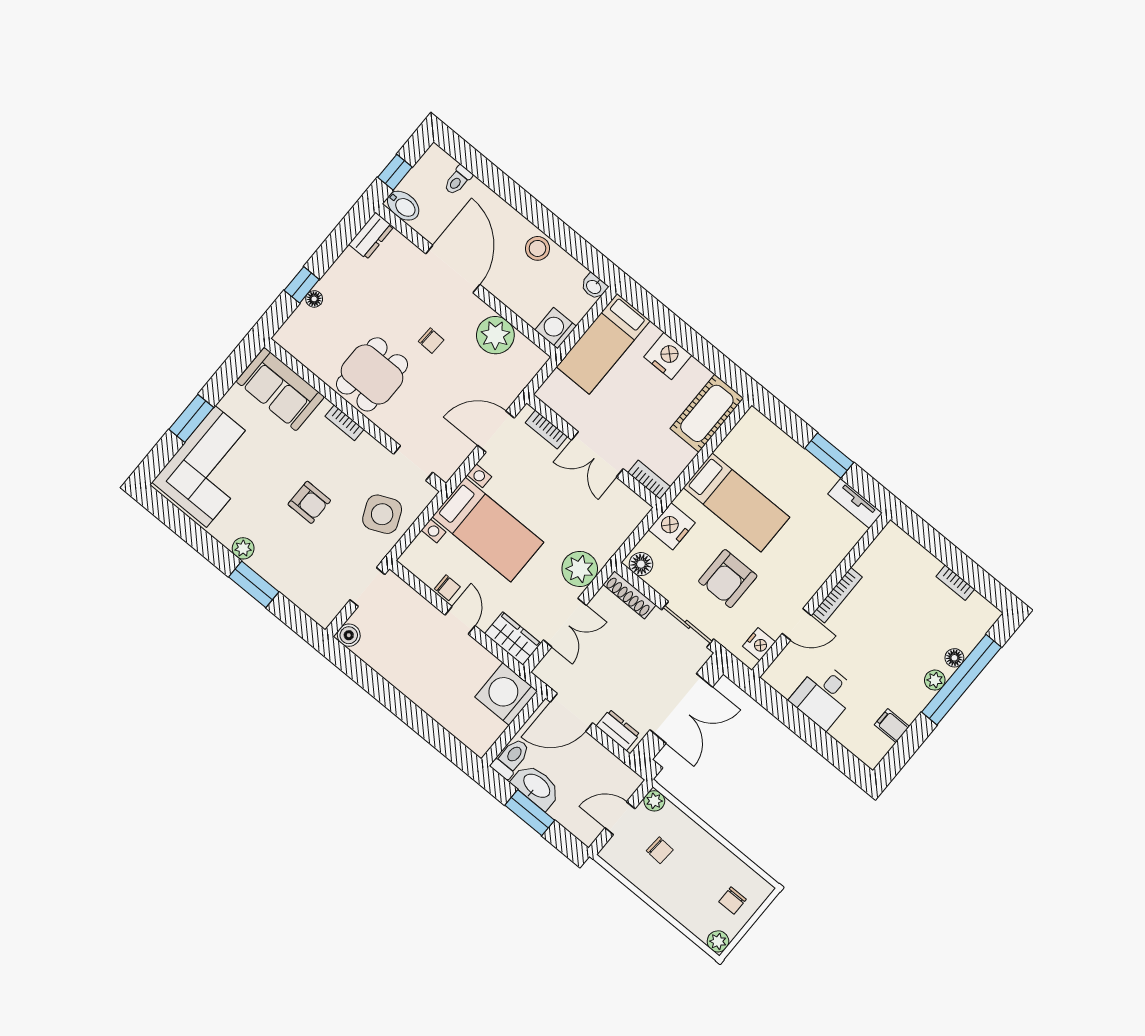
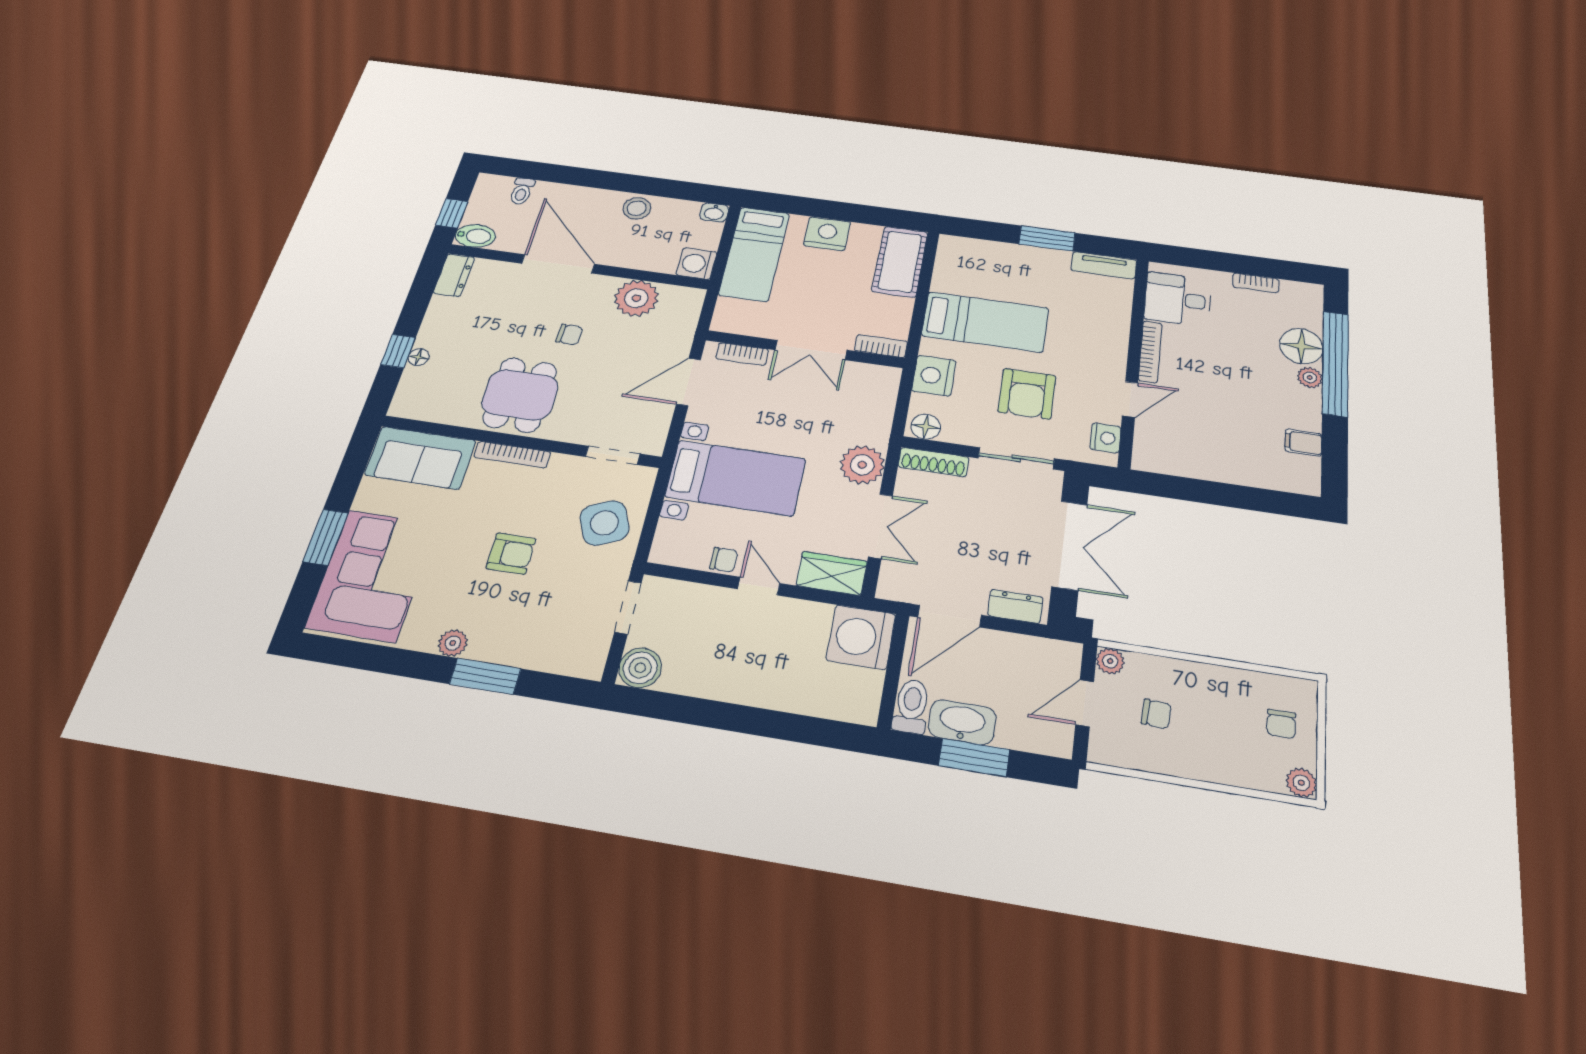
bookcase: (344, 423) -> (512, 455), width x1.56
boiler: (349, 635) -> (640, 668), width x1.36, depth x1.36
floor lamp: (954, 658) -> (1301, 346), width x1.89, depth x1.89
desk: (824, 696) -> (1178, 299), moved, turned 90

